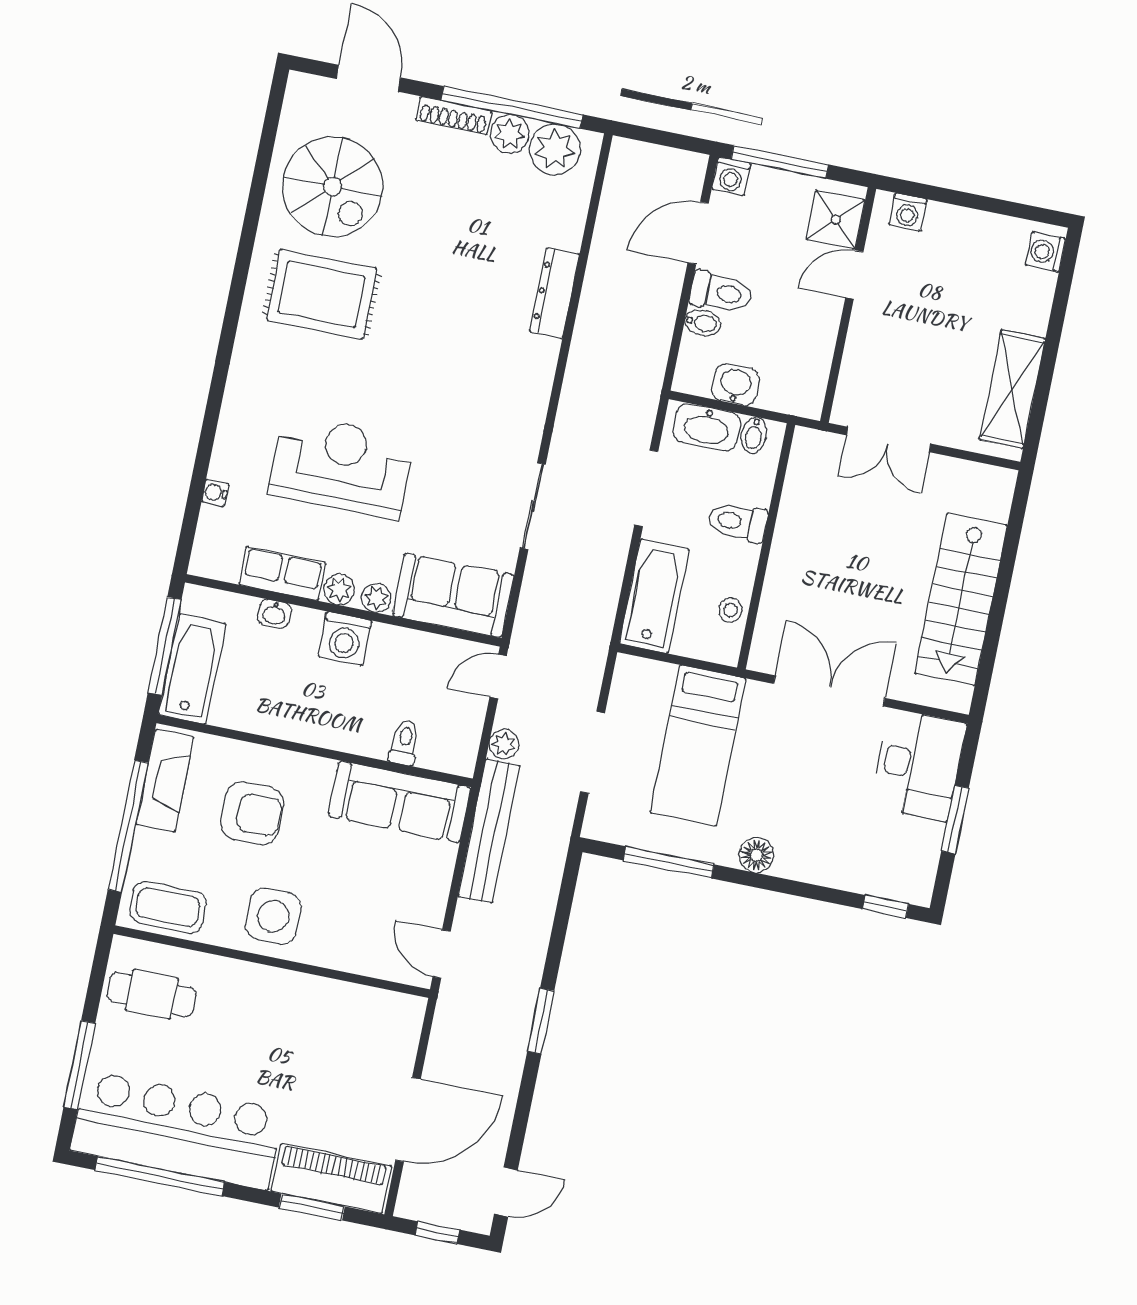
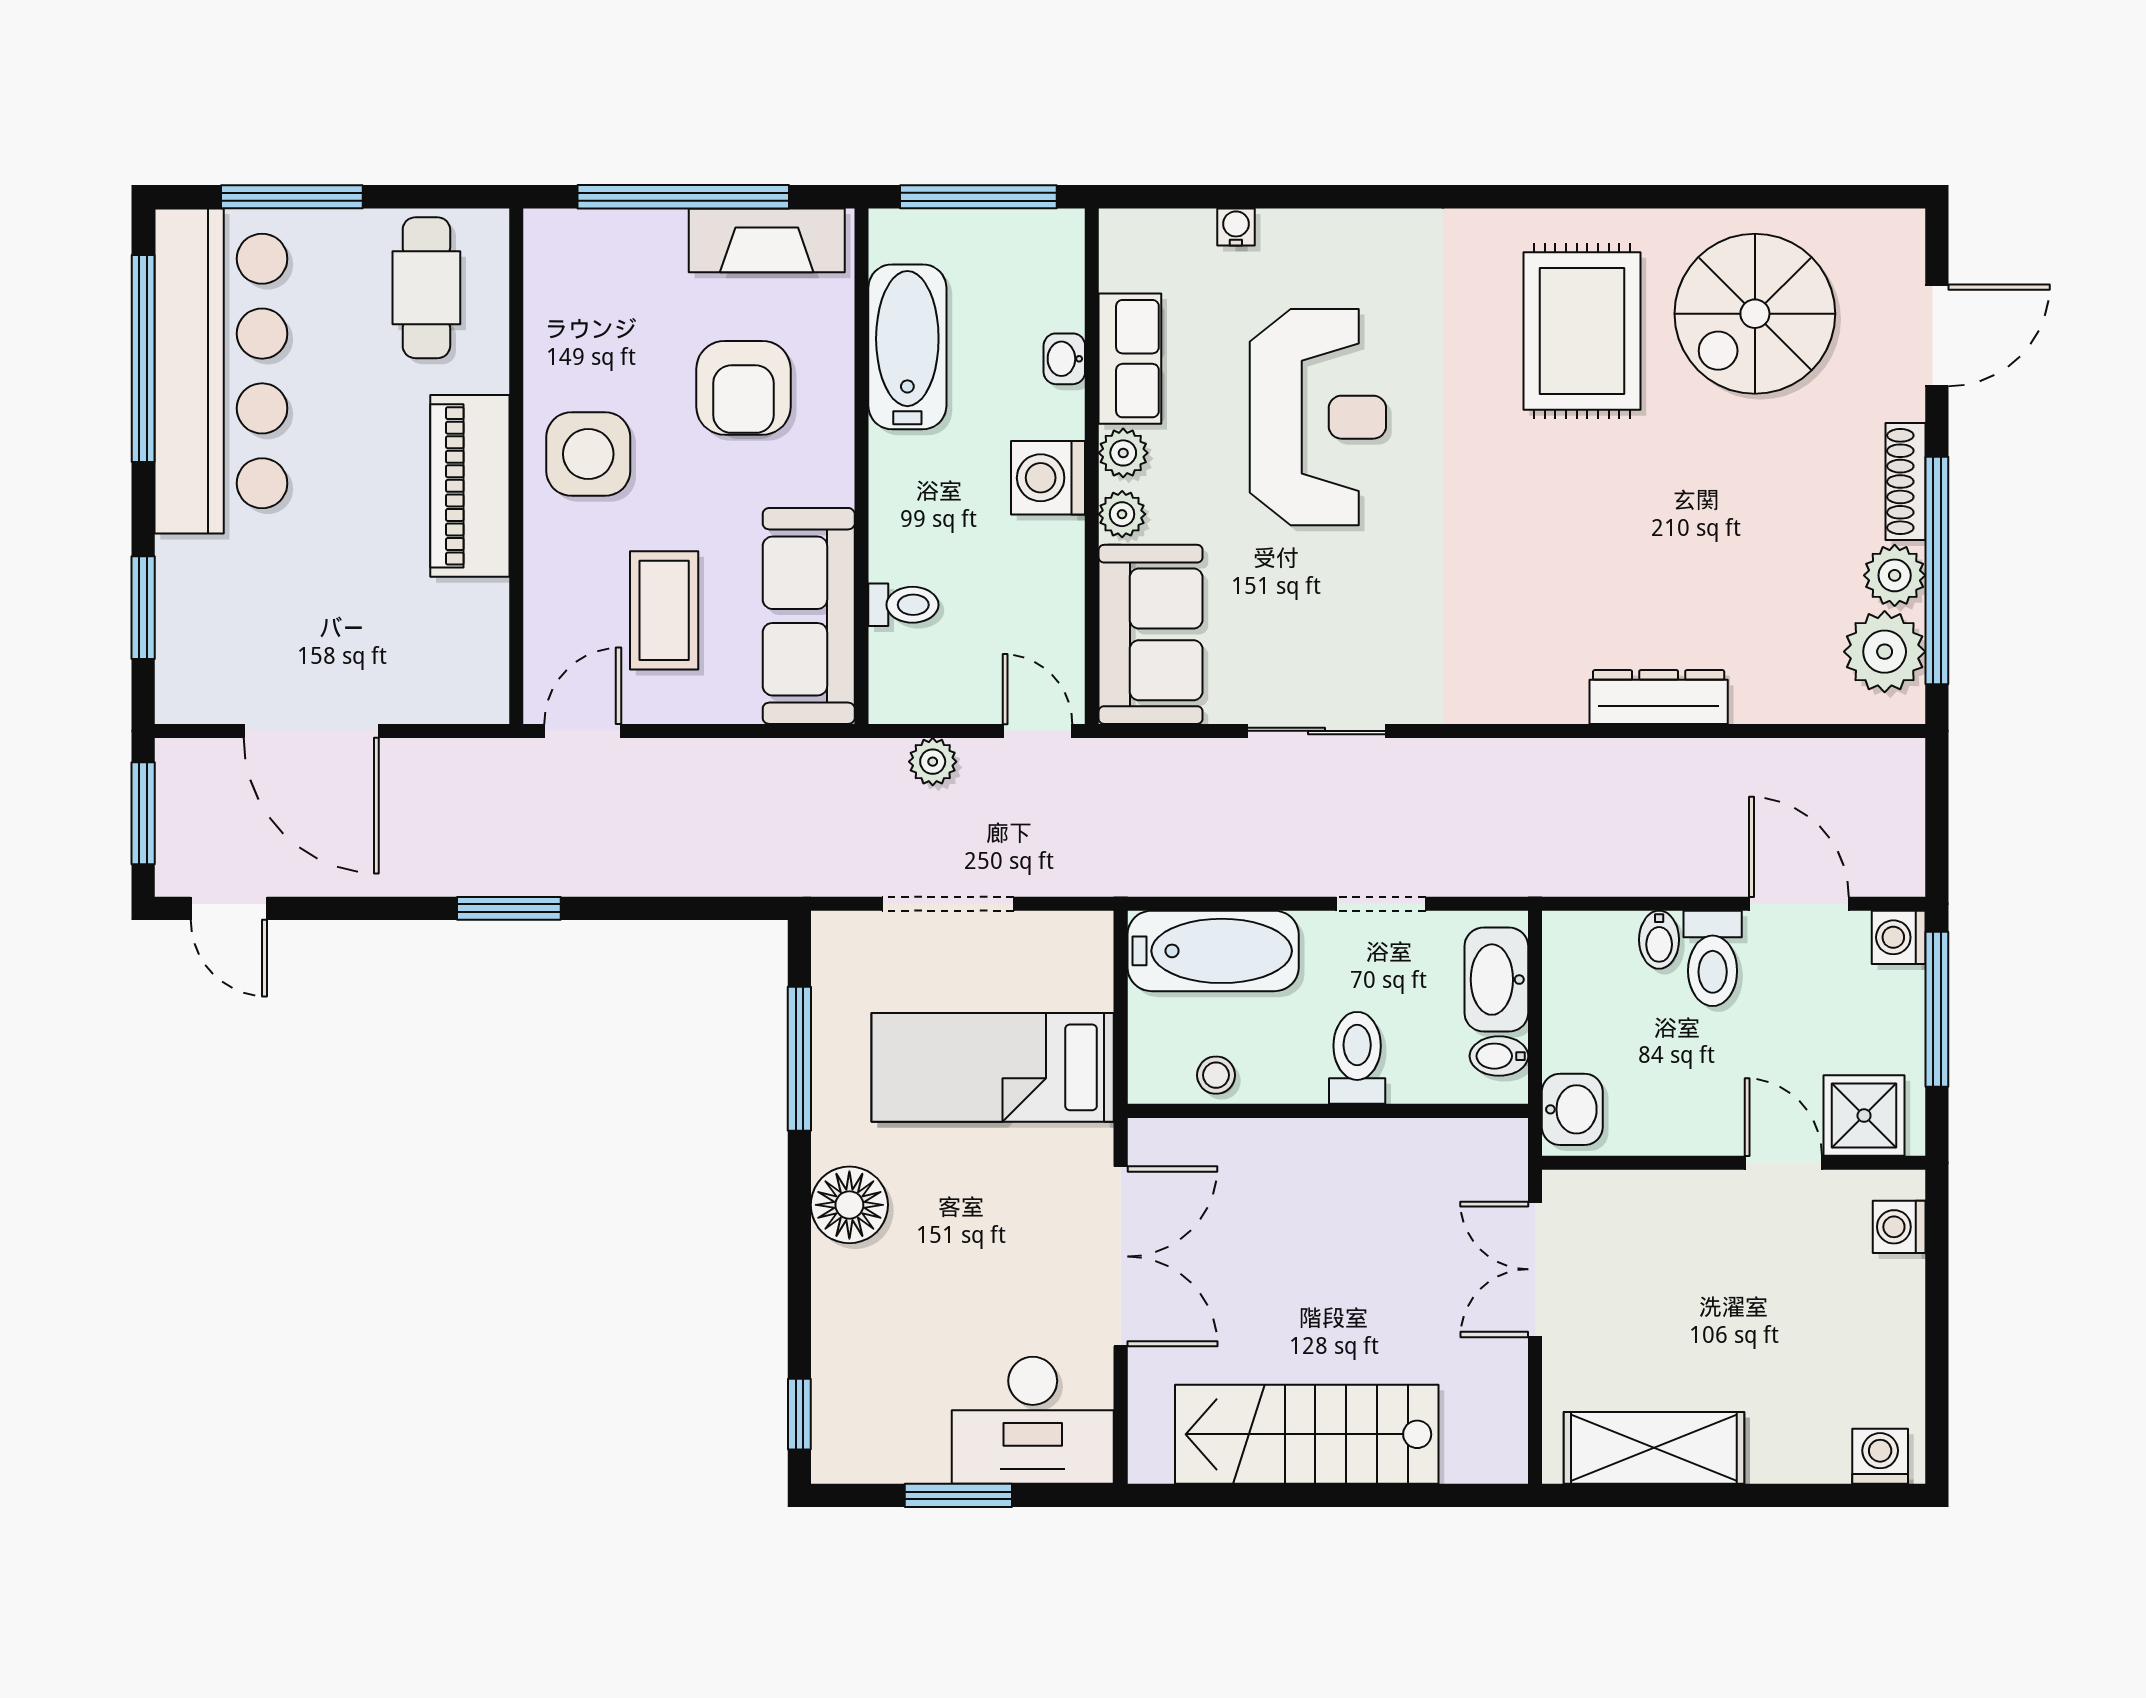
washbasin: (736, 385) -> (1572, 1109), moved
doorway: (646, 488) -> (1381, 904), width x0.73
bathtub: (192, 669) -> (907, 347), moved, turned -90
bench: (489, 831) -> (791, 766), removed
floor lamp: (756, 855) -> (849, 1205), width x1.38, depth x1.38
coffee table: (168, 907) -> (664, 610), moved
piano: (331, 1179) -> (470, 486), moved, turned 180
window: (437, 1233) -> (143, 813), width x1.50

